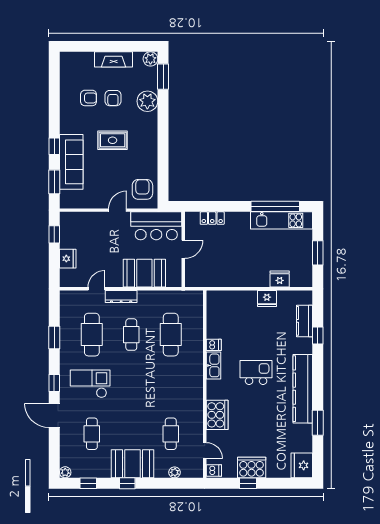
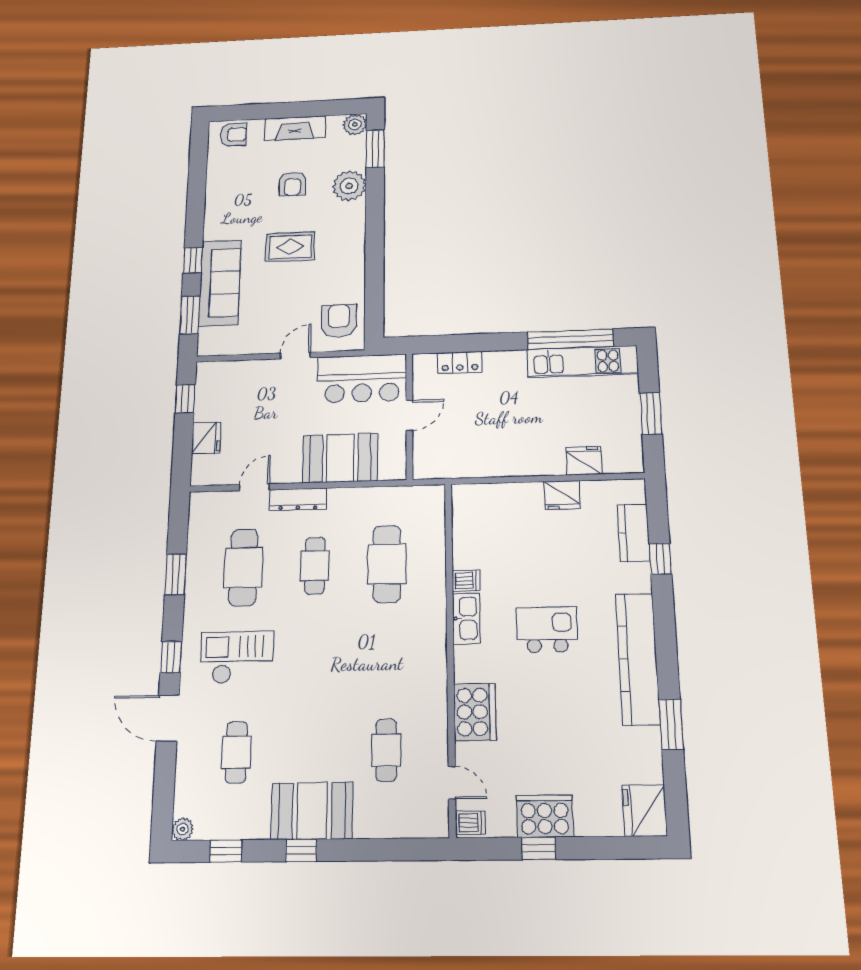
armchair: (89, 98) -> (233, 135), moved
plant: (175, 472) -> (393, 827), removed

